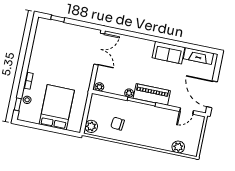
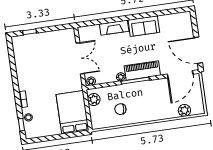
double door: (99, 49) -> (80, 58), moved
fireplace: (198, 56) -> (114, 28), moved
bed: (57, 107) -> (73, 112), moved
door: (187, 111) -> (180, 74), width x1.87
plant: (91, 126) -> (94, 99), moved

